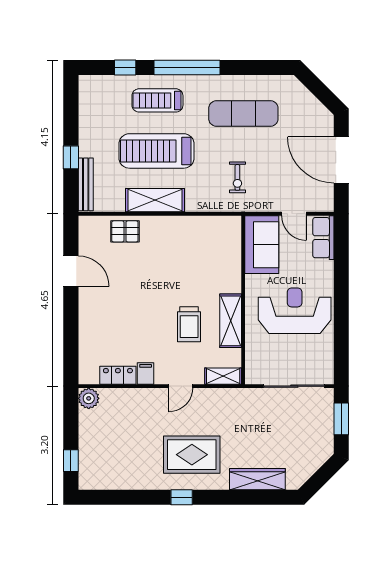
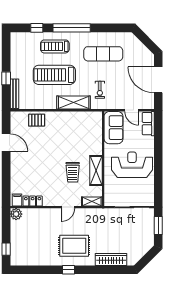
shelving: (155, 200) -> (74, 103), moved
filing cabinet: (146, 373) -> (17, 200), moved

